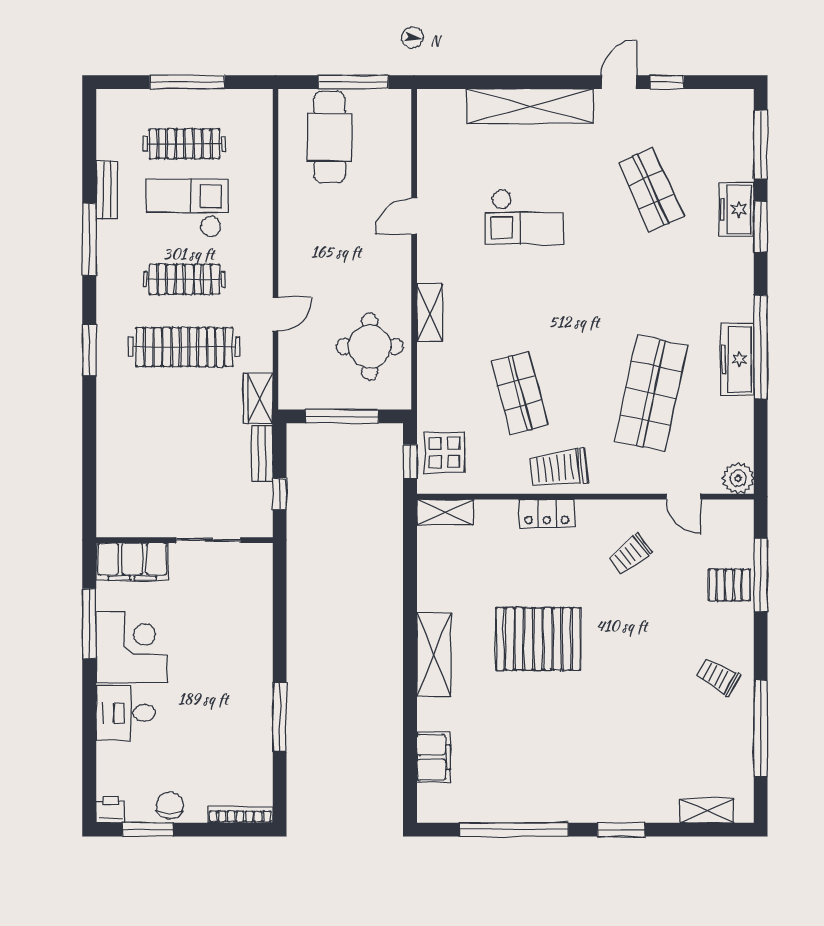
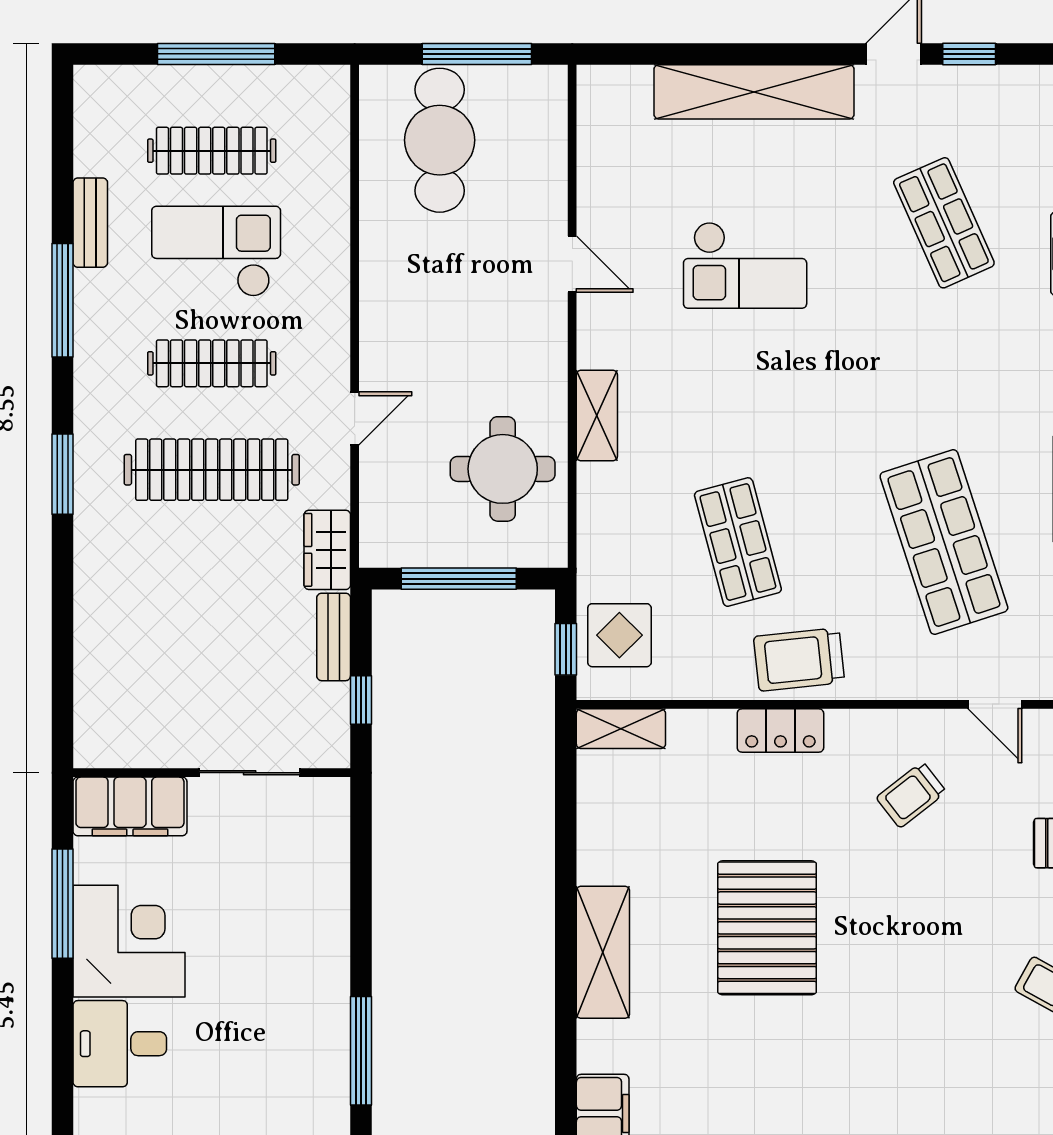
door: (414, 216) -> (572, 264), swing flipped
shop shelf: (651, 393) -> (944, 542), turned -30
pallet: (538, 639) -> (767, 928), turned 90

